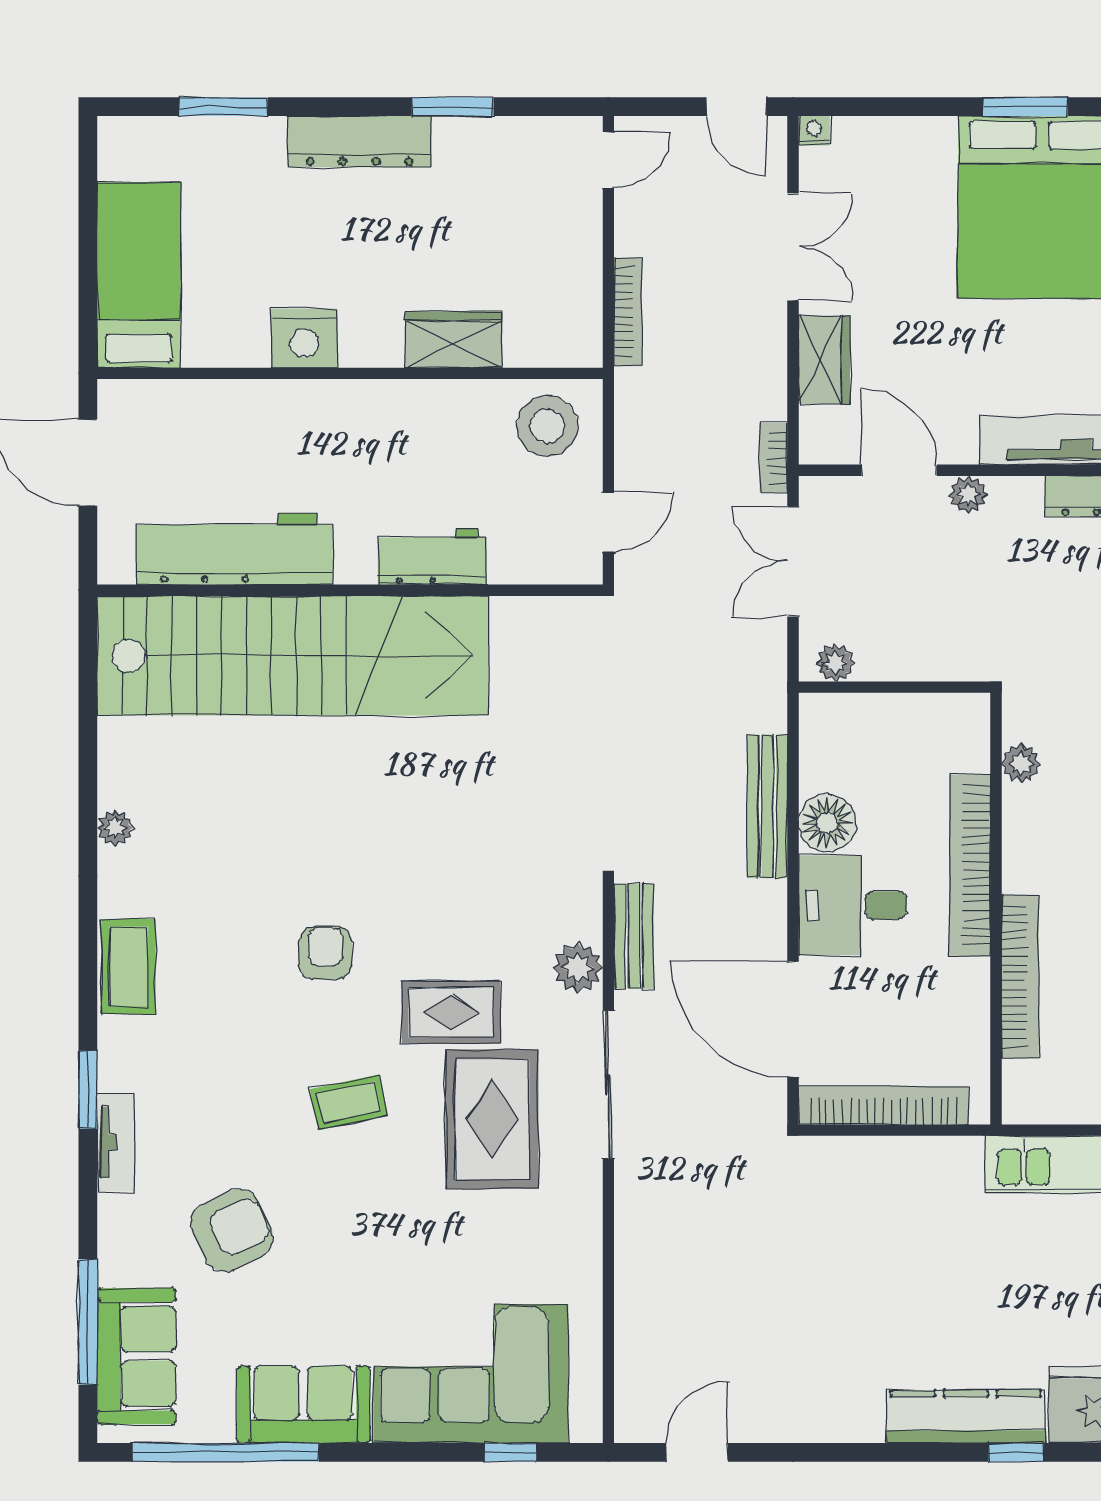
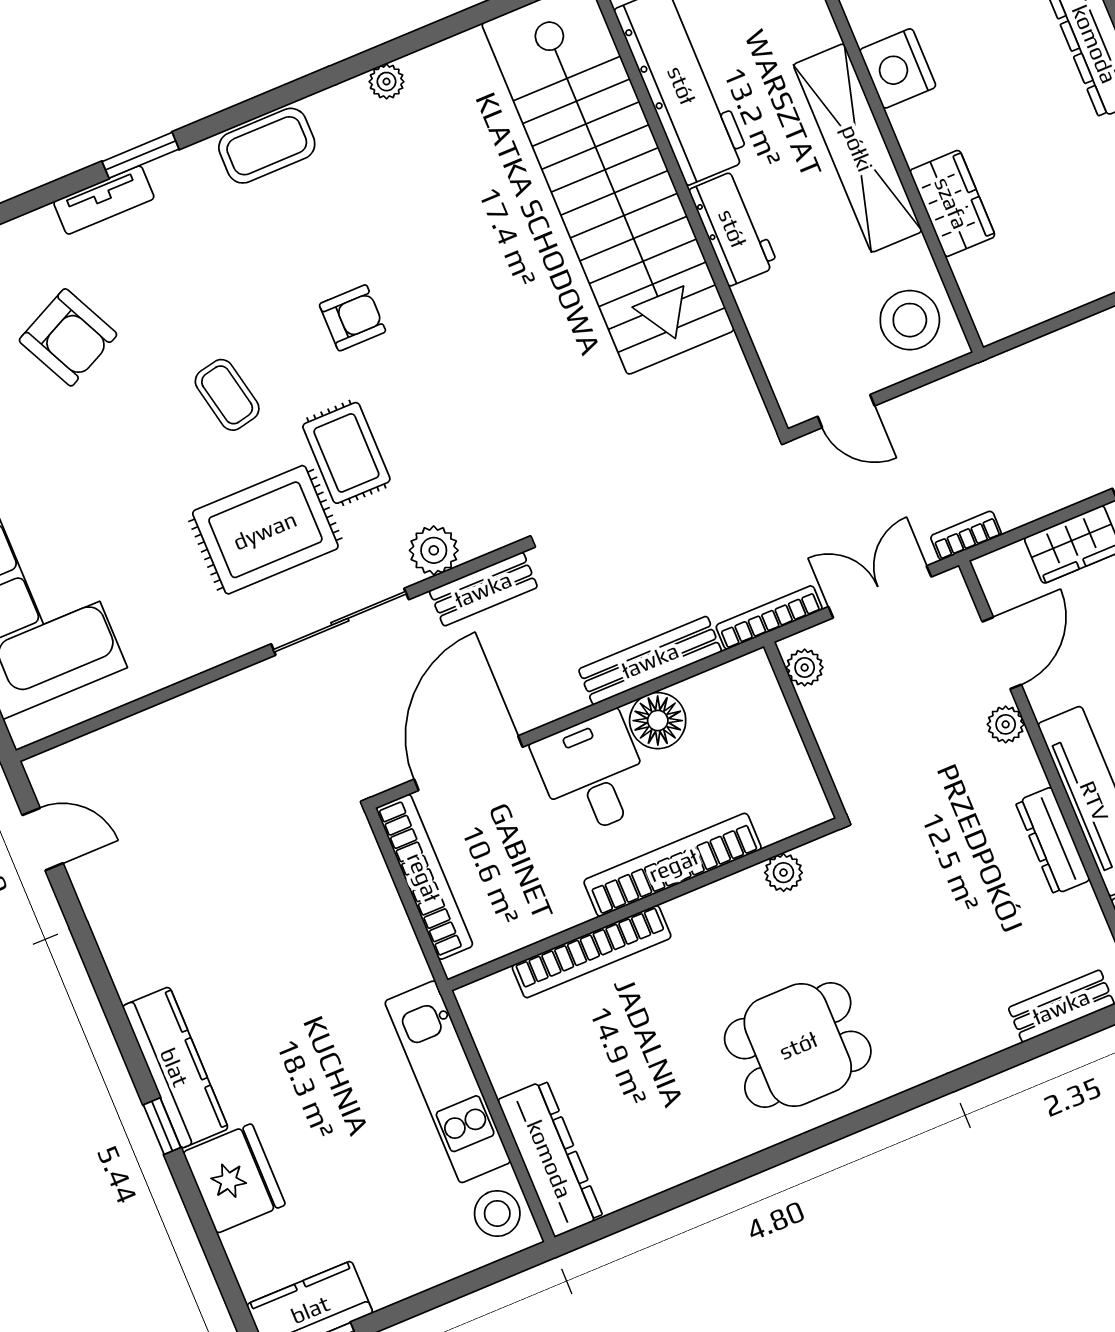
bookcase: (628, 312) -> (769, 617), moved, turned 180
shelving: (364, 407) -> (858, 148), added
workbench: (432, 557) -> (733, 228), moved

